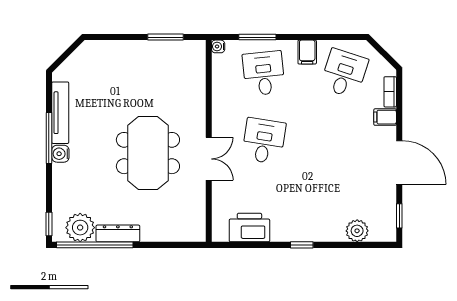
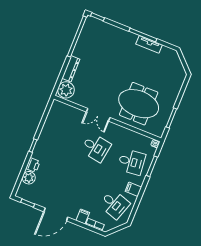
tv unit: (60, 113) -> (149, 44), width x0.71
meeting table: (148, 153) -> (139, 104), moved
water cooler: (60, 154) -> (132, 38), removed
plant: (80, 228) -> (66, 90), moved
printer: (249, 228) -> (33, 165), moved, width x0.53, depth x0.68
dresser: (118, 233) -> (71, 69), moved

